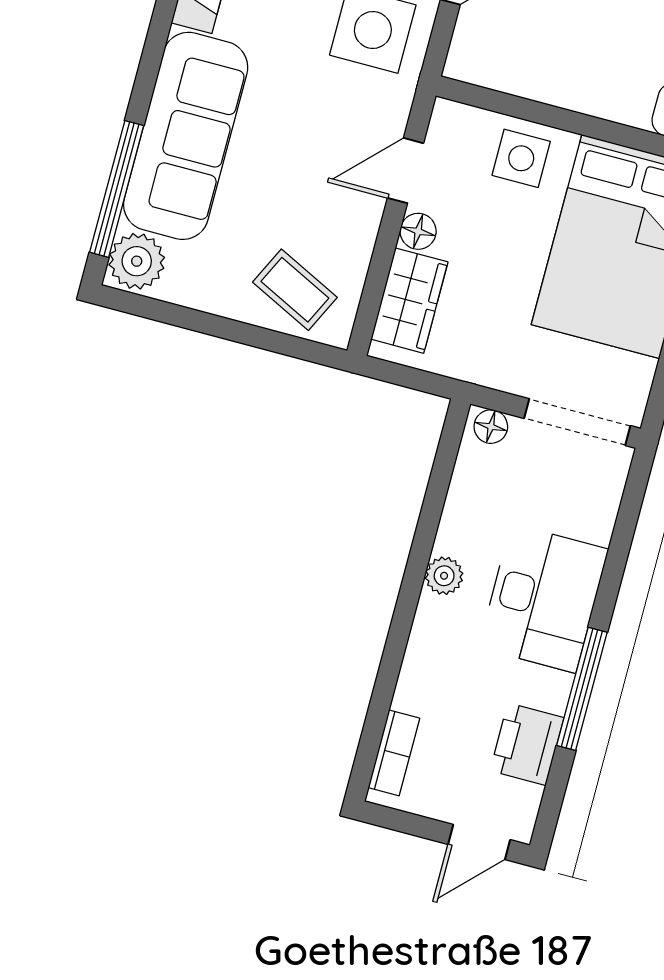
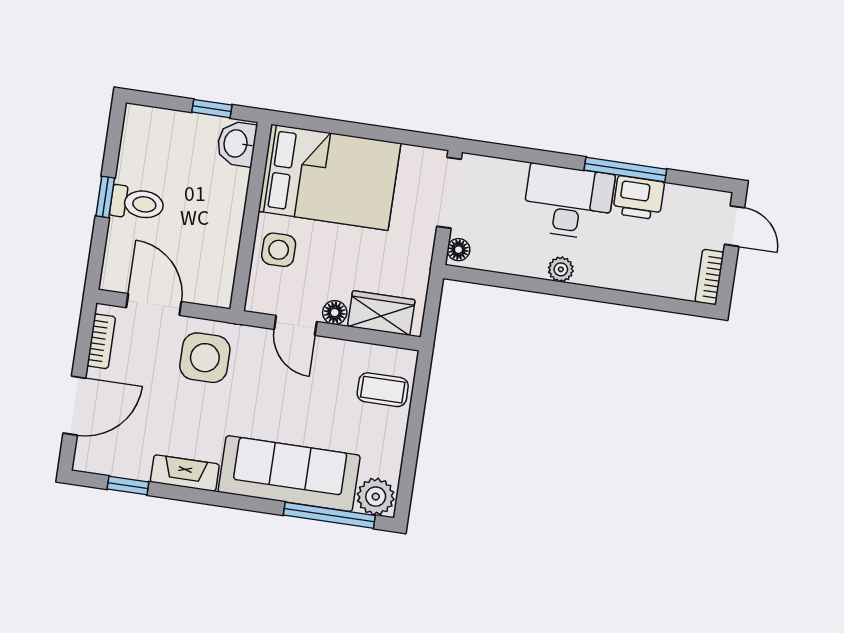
coffee table: (295, 290) -> (383, 390), turned 64
printer: (527, 744) -> (639, 198), moved
bookcase: (394, 753) -> (710, 277), moved, turned -90

